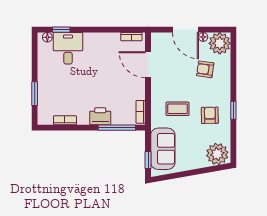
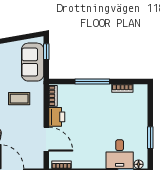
window: (35, 94) -> (150, 138), moved
printer: (100, 116) -> (57, 117), moved, turned -90
window: (117, 128) -> (92, 81), moved

